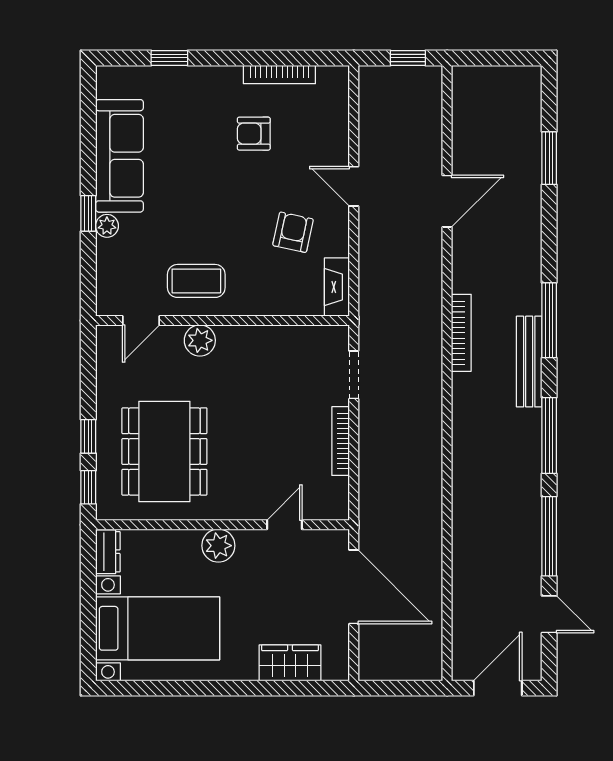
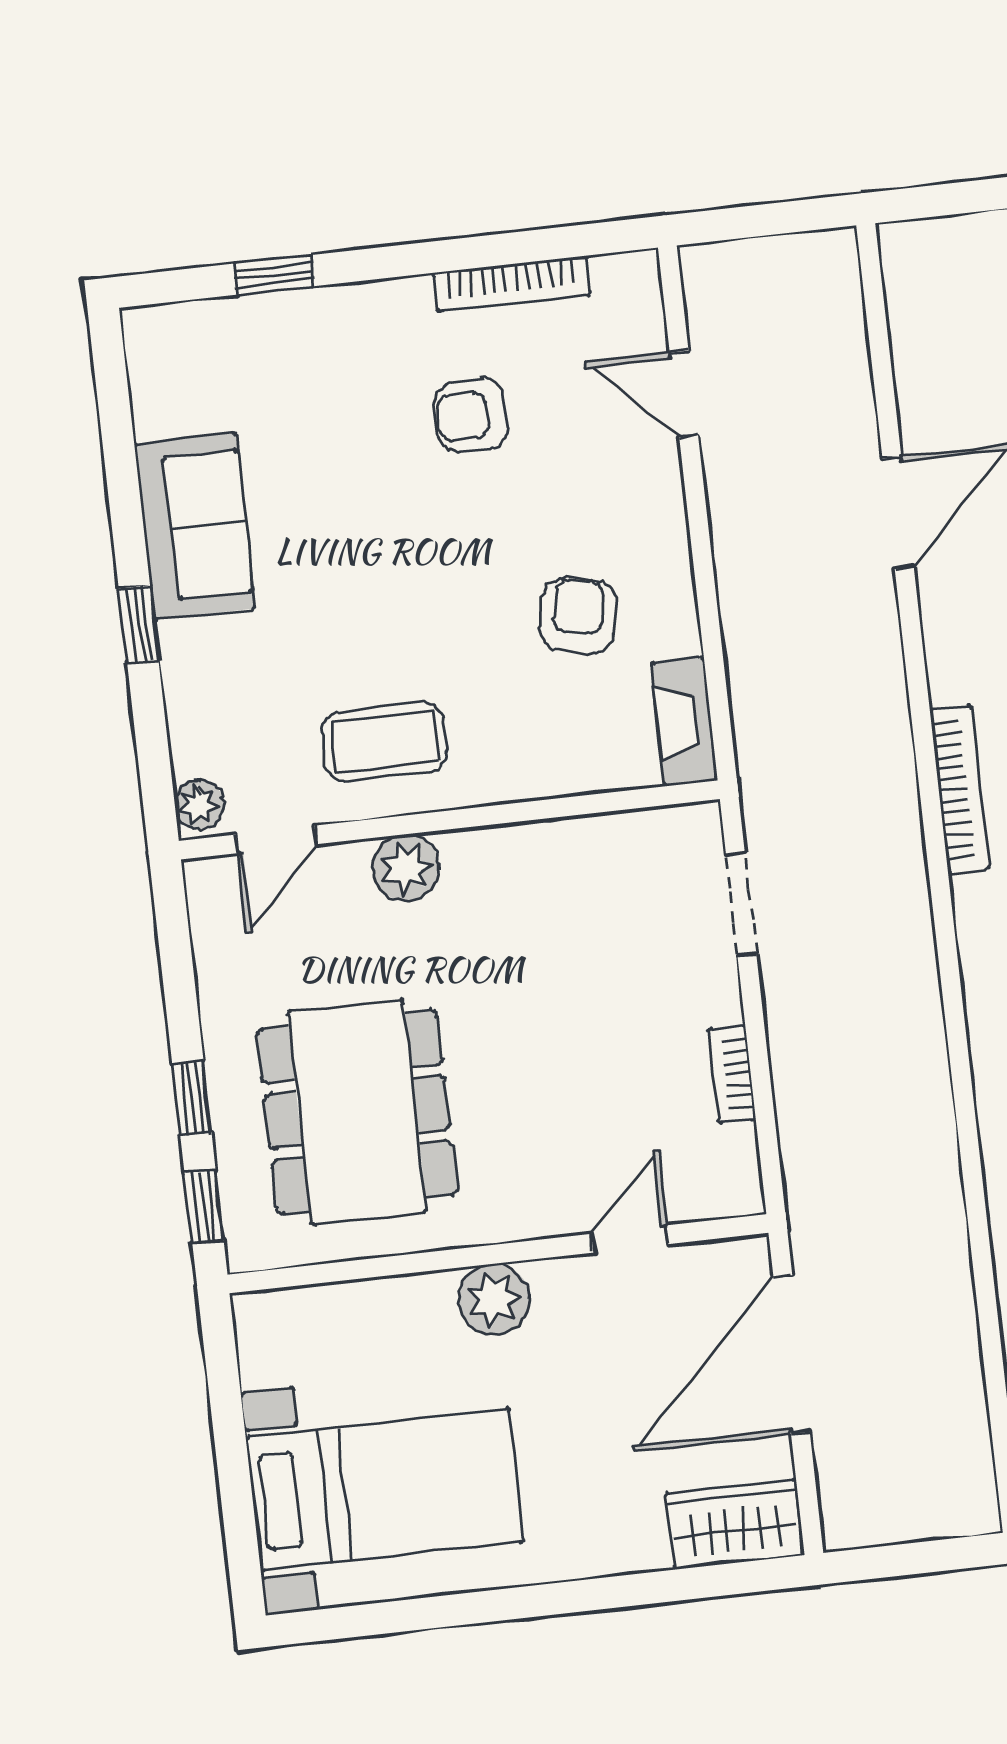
window: (408, 58) -> (781, 218), removed
sofa: (119, 156) -> (195, 526), width x0.73
door: (354, 186) -> (684, 394), moved
plant: (107, 226) -> (199, 805), moved
bookcase: (341, 441) -> (732, 1074), width x0.64
dresser: (108, 552) -> (261, 1338), removed
door: (354, 587) -> (792, 1354), swing flipped
wardrobe: (290, 663) -> (735, 1524), moved

